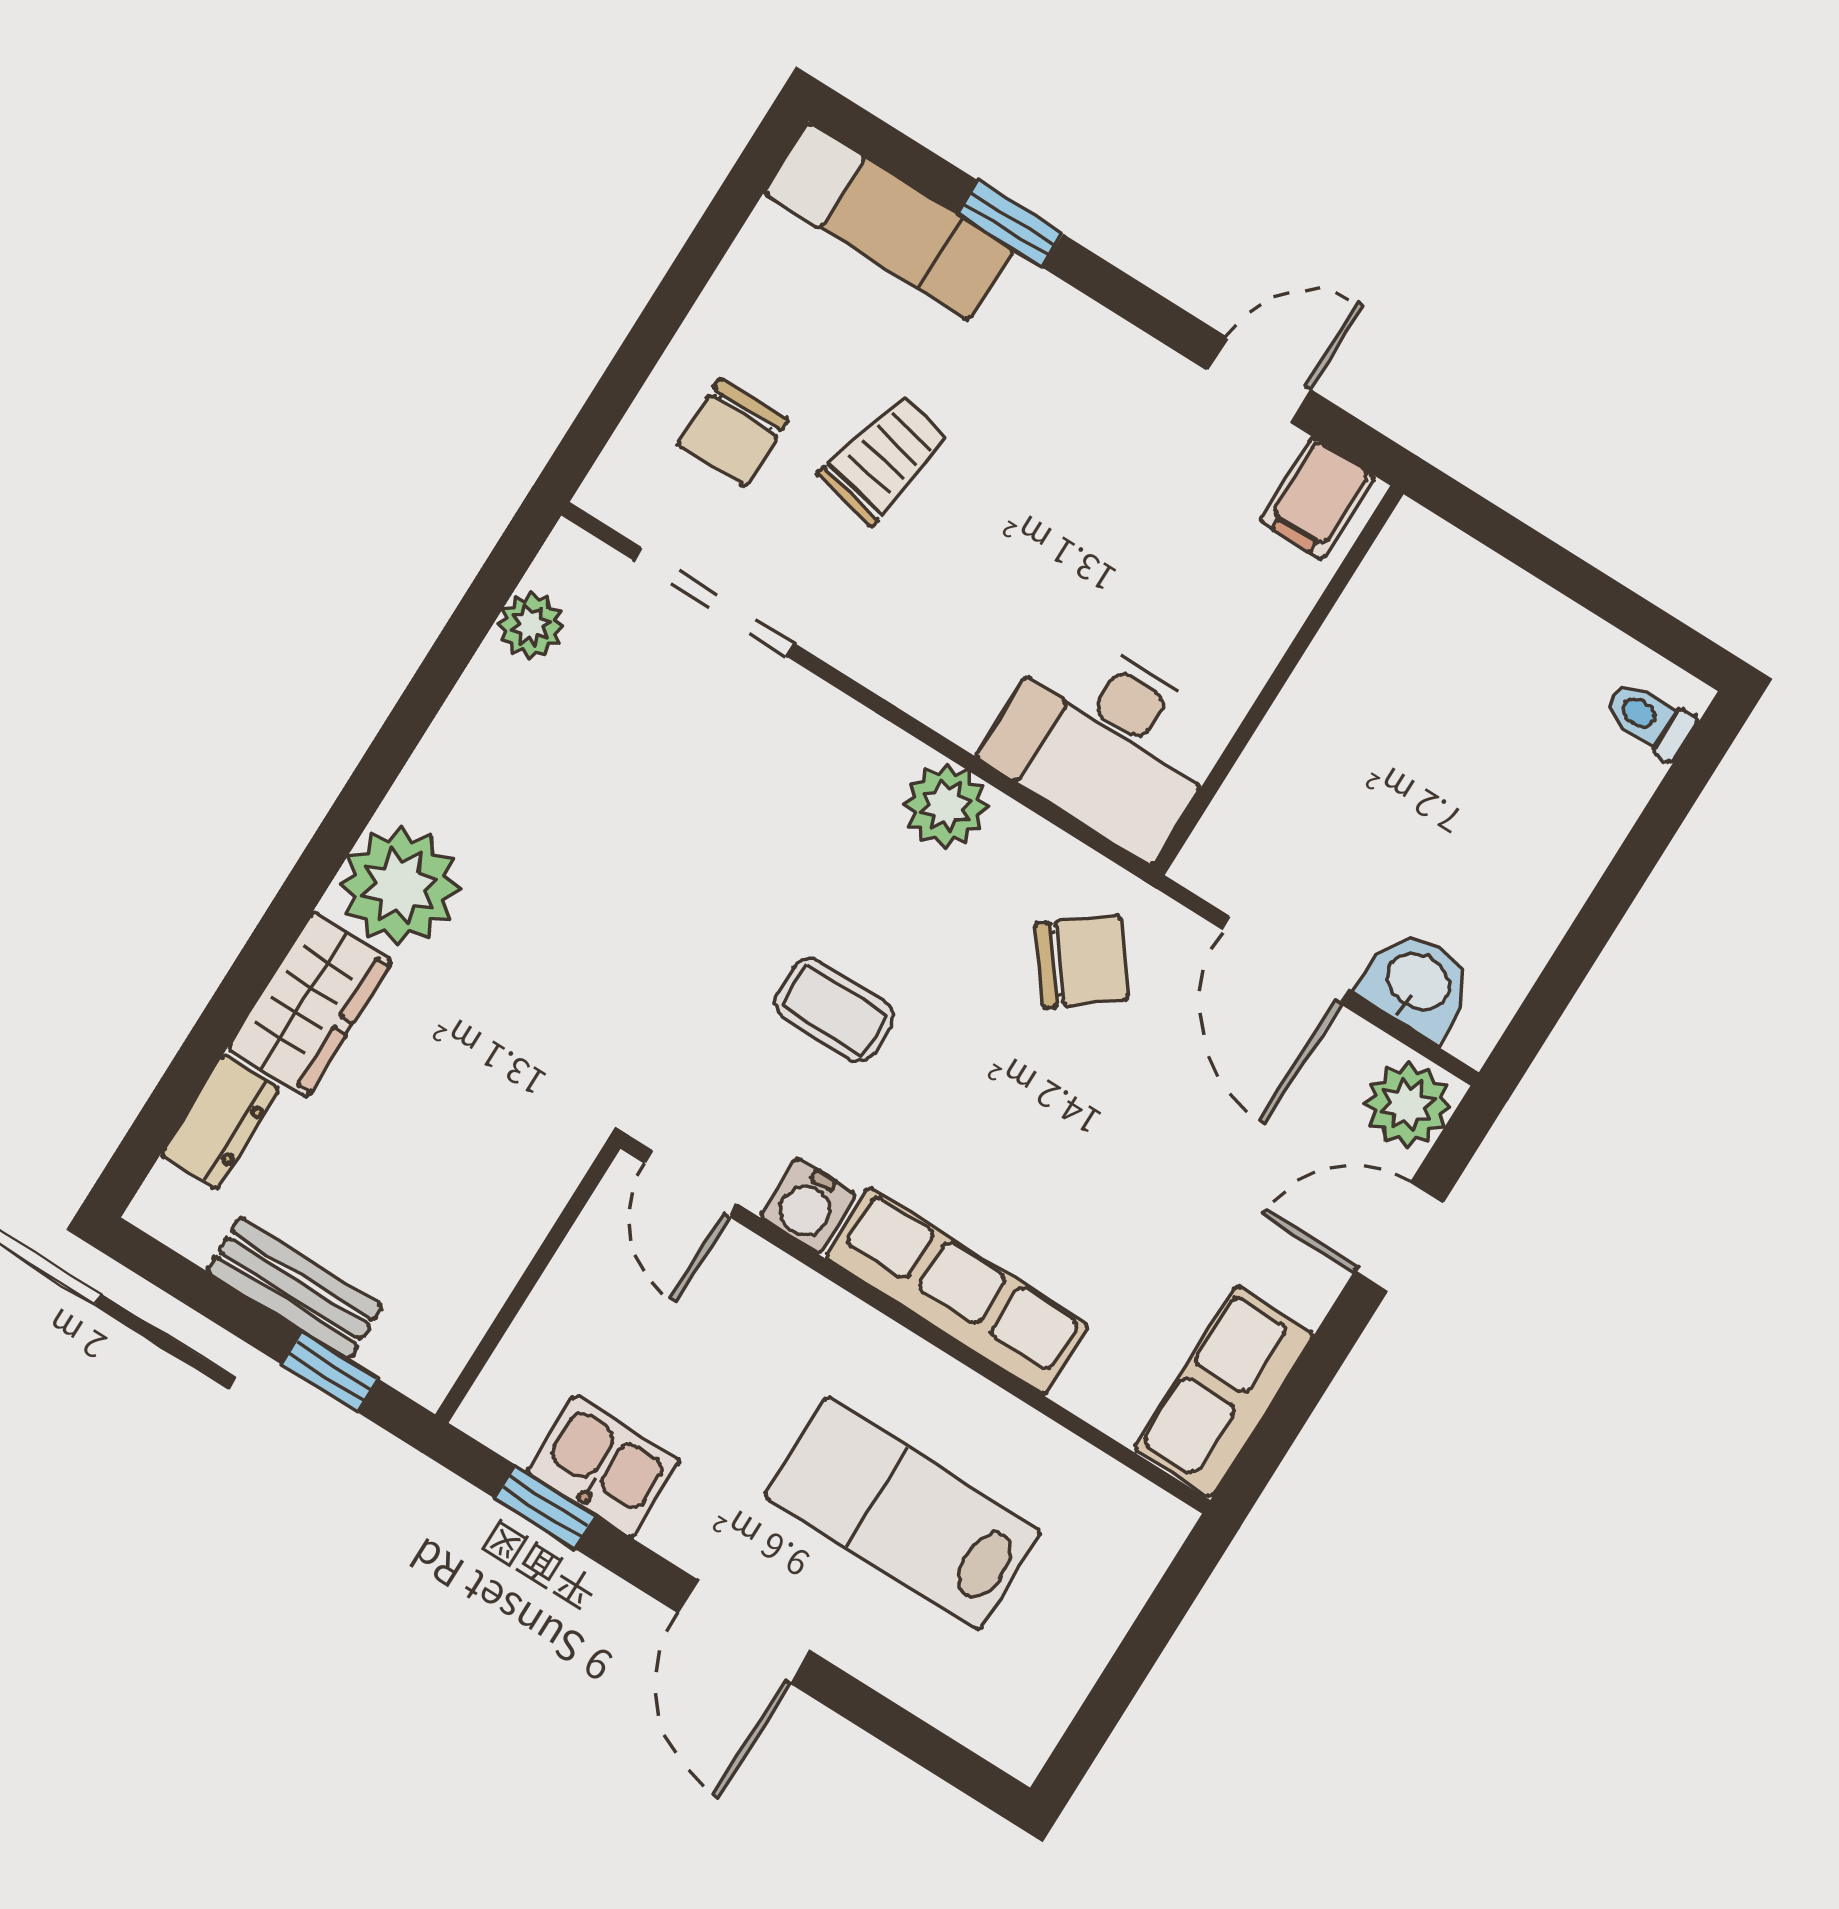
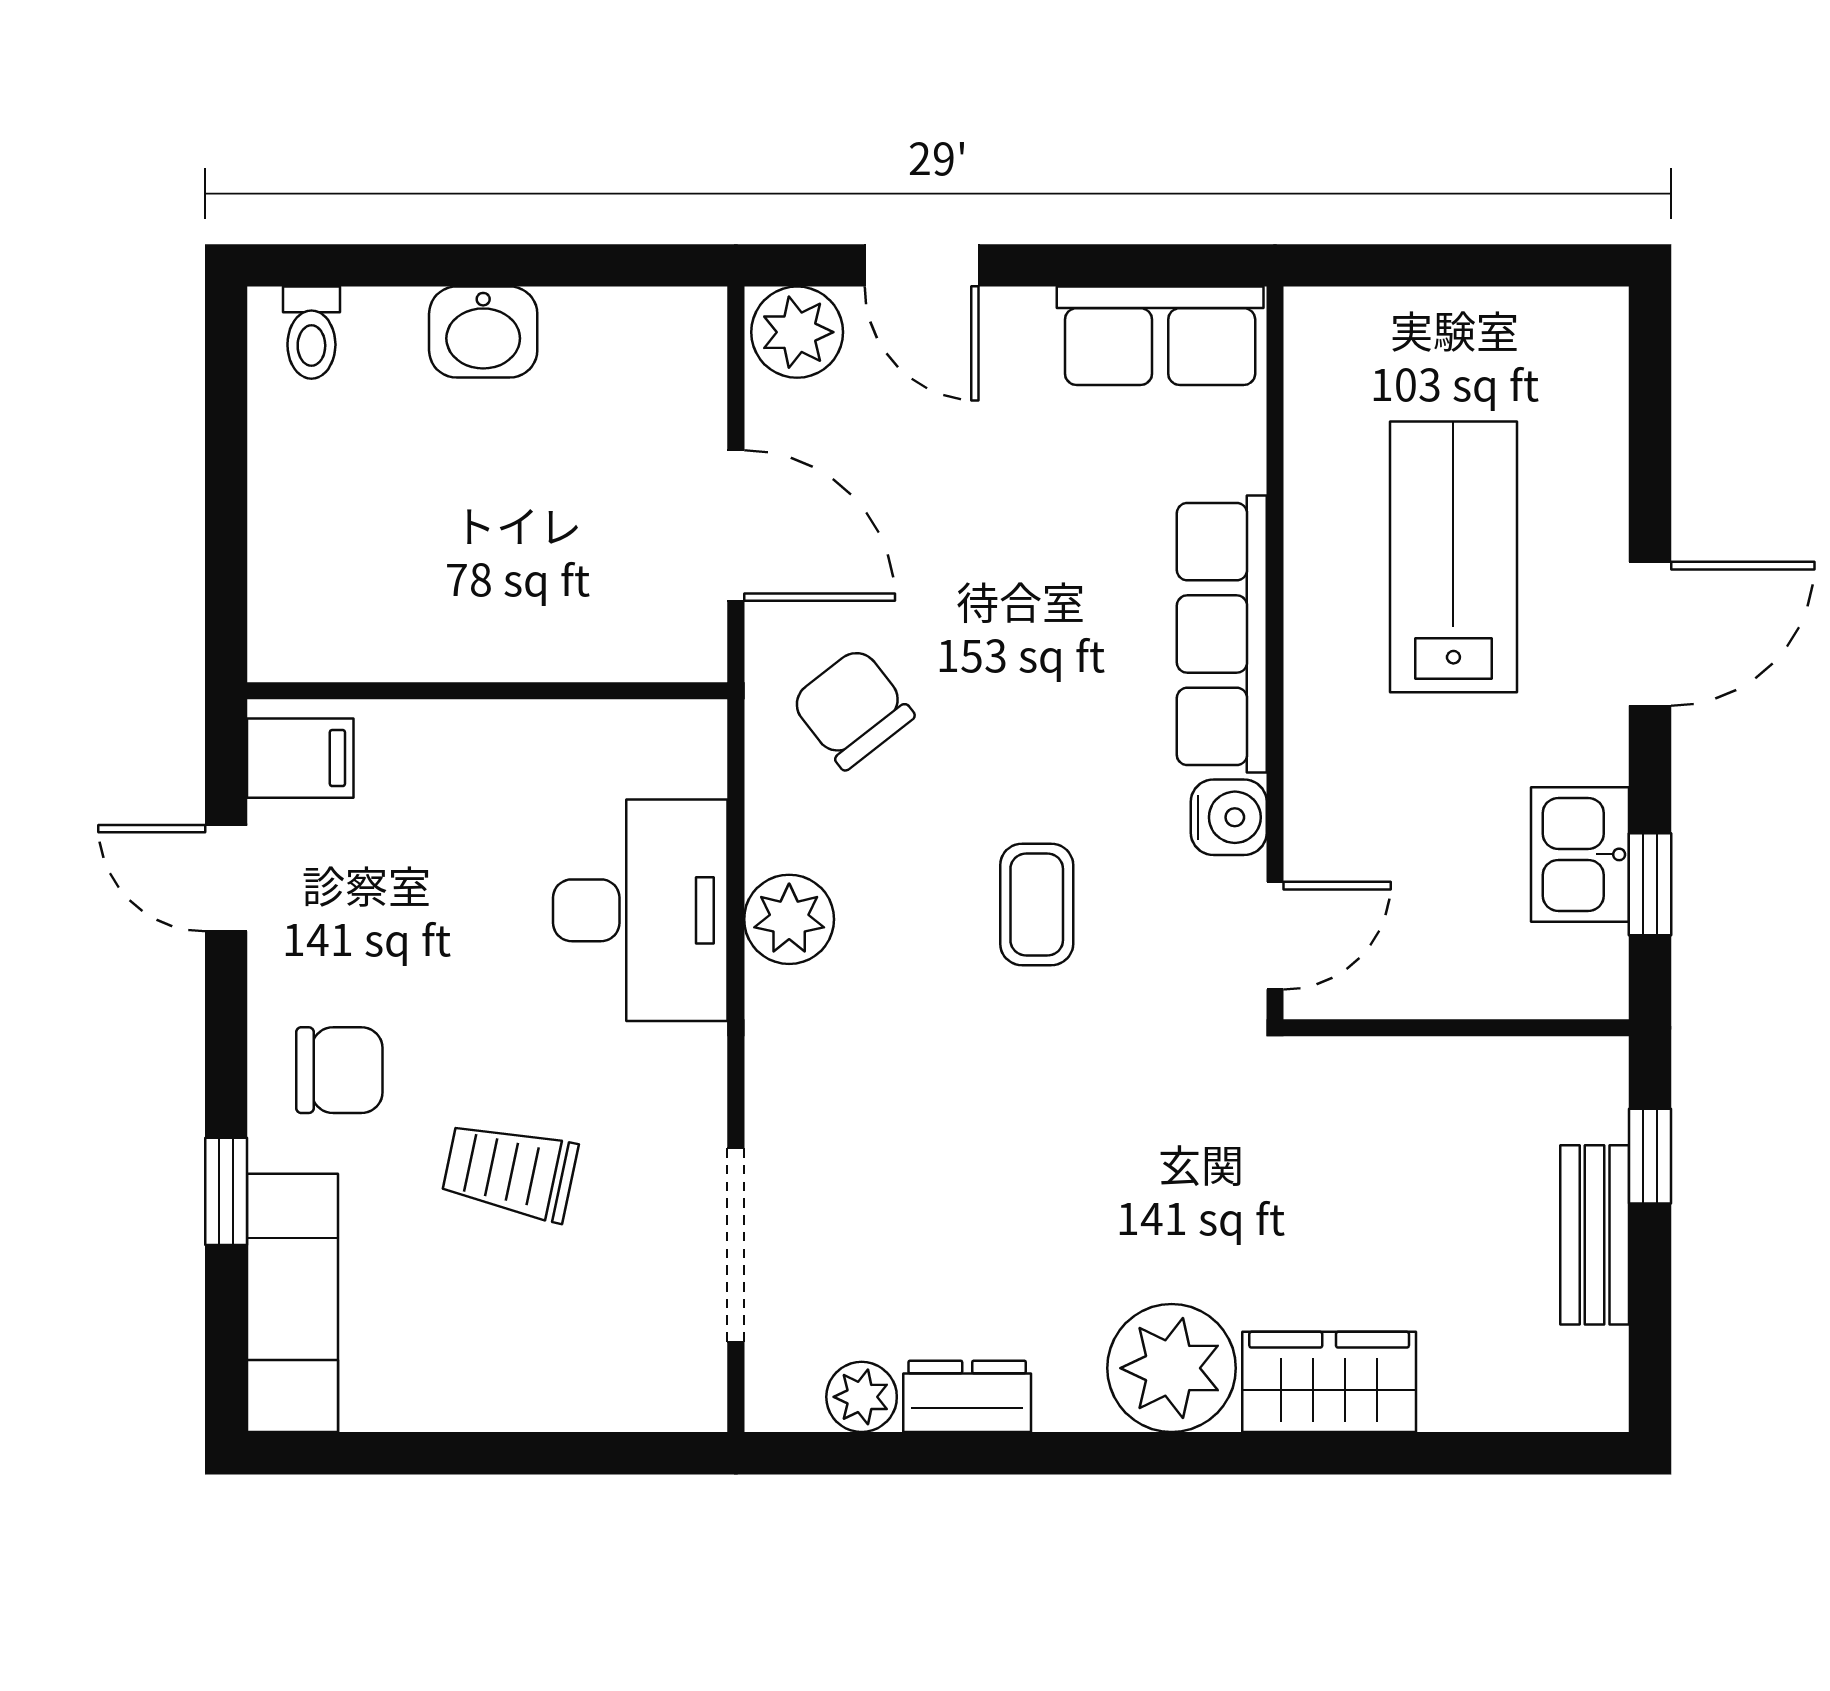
chair: (733, 433) -> (339, 1070), moved
desk: (1107, 742) -> (640, 910), moved
door: (1285, 960) -> (736, 526), hinge flipped
washbasin: (1417, 983) -> (483, 332), moved, turned -90
dresser: (220, 1122) -> (967, 1396), moved
lab bench: (903, 1514) -> (1453, 557), turned 180

